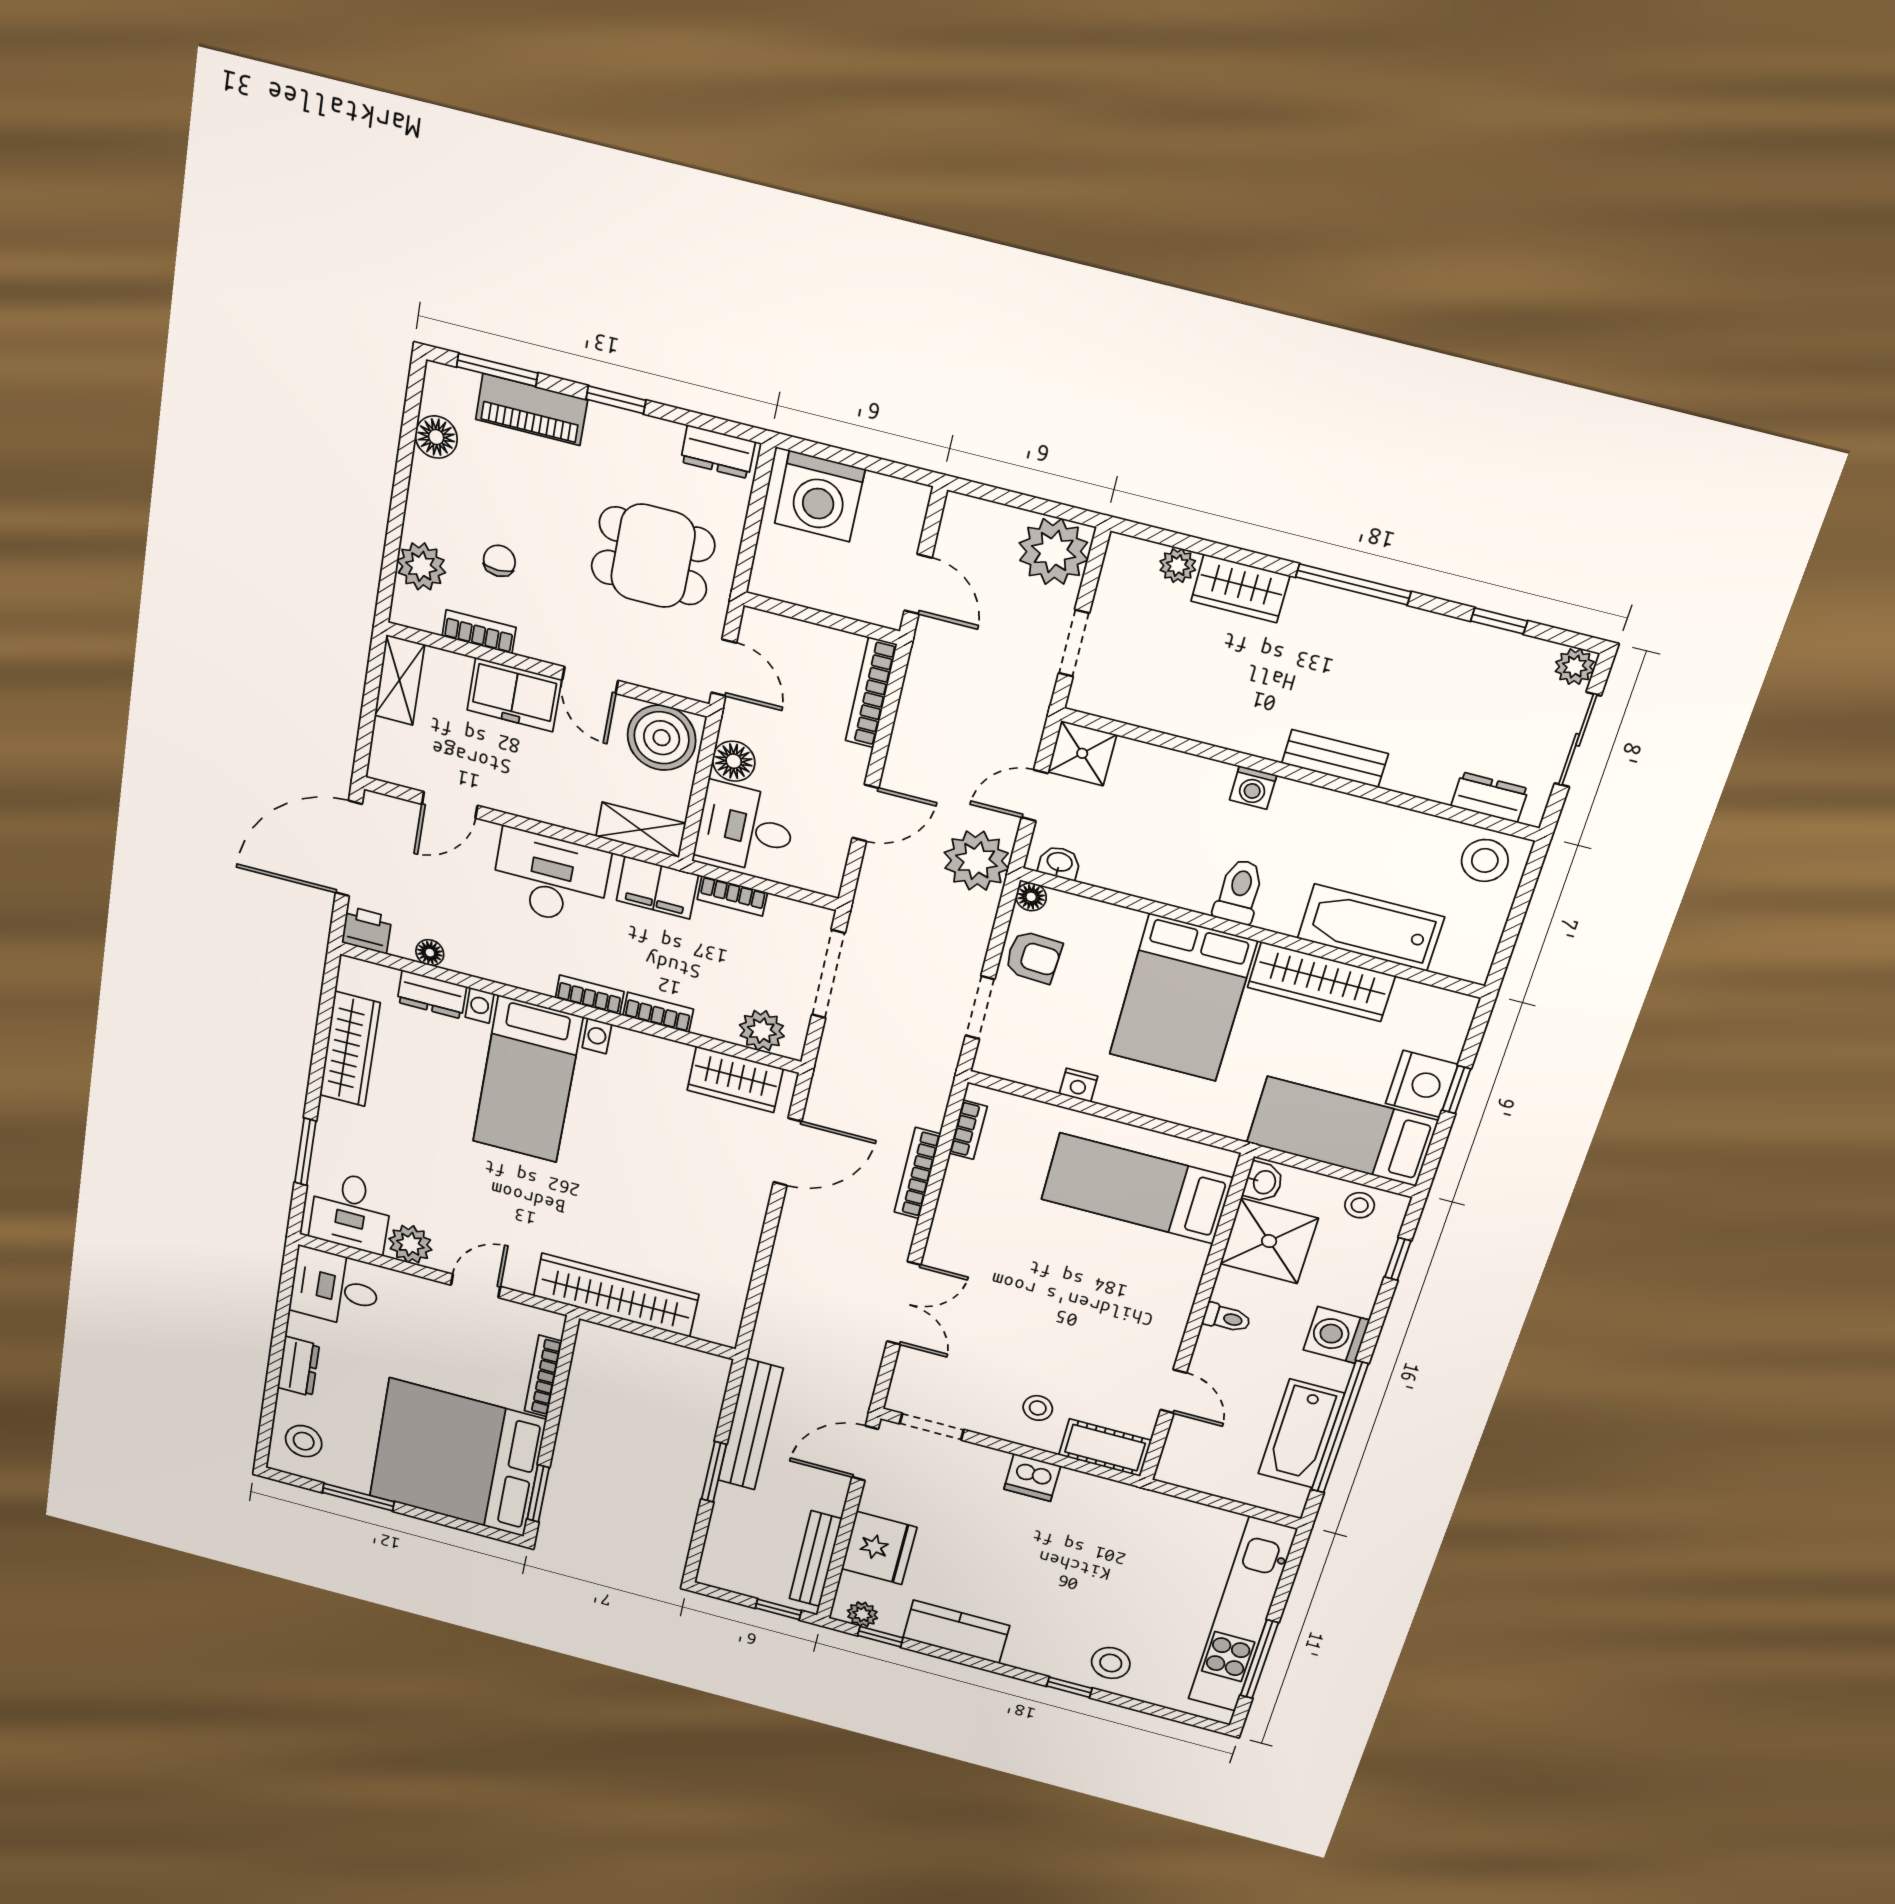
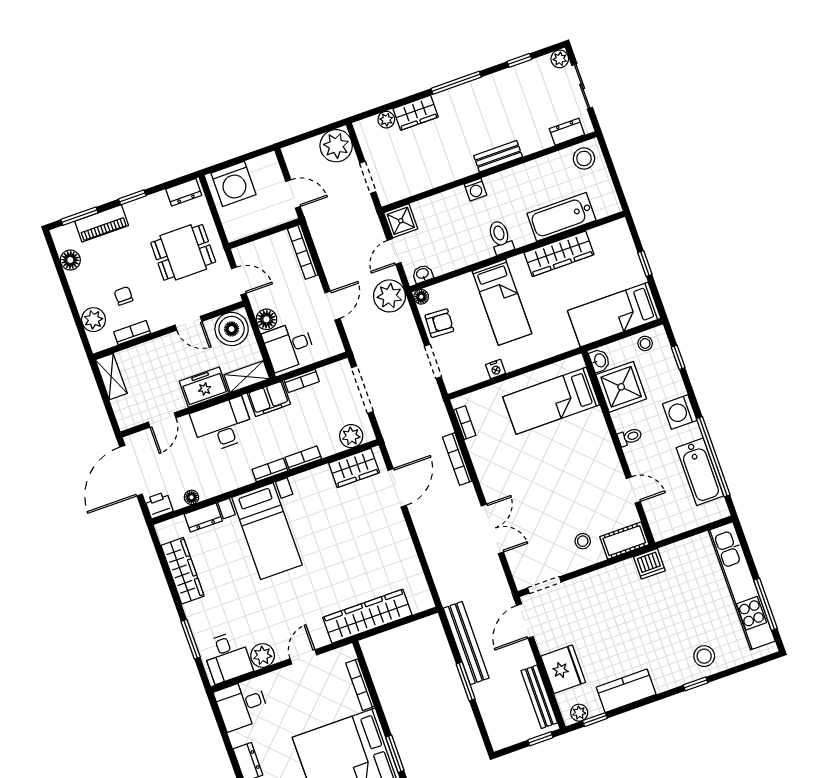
freezer: (514, 695) -> (204, 387), moved, turned 180
bed: (1183, 998) -> (502, 302), width x0.67
nightstand: (1422, 1084) -> (630, 271), removed
dishwasher: (1032, 1478) -> (649, 564), moved

